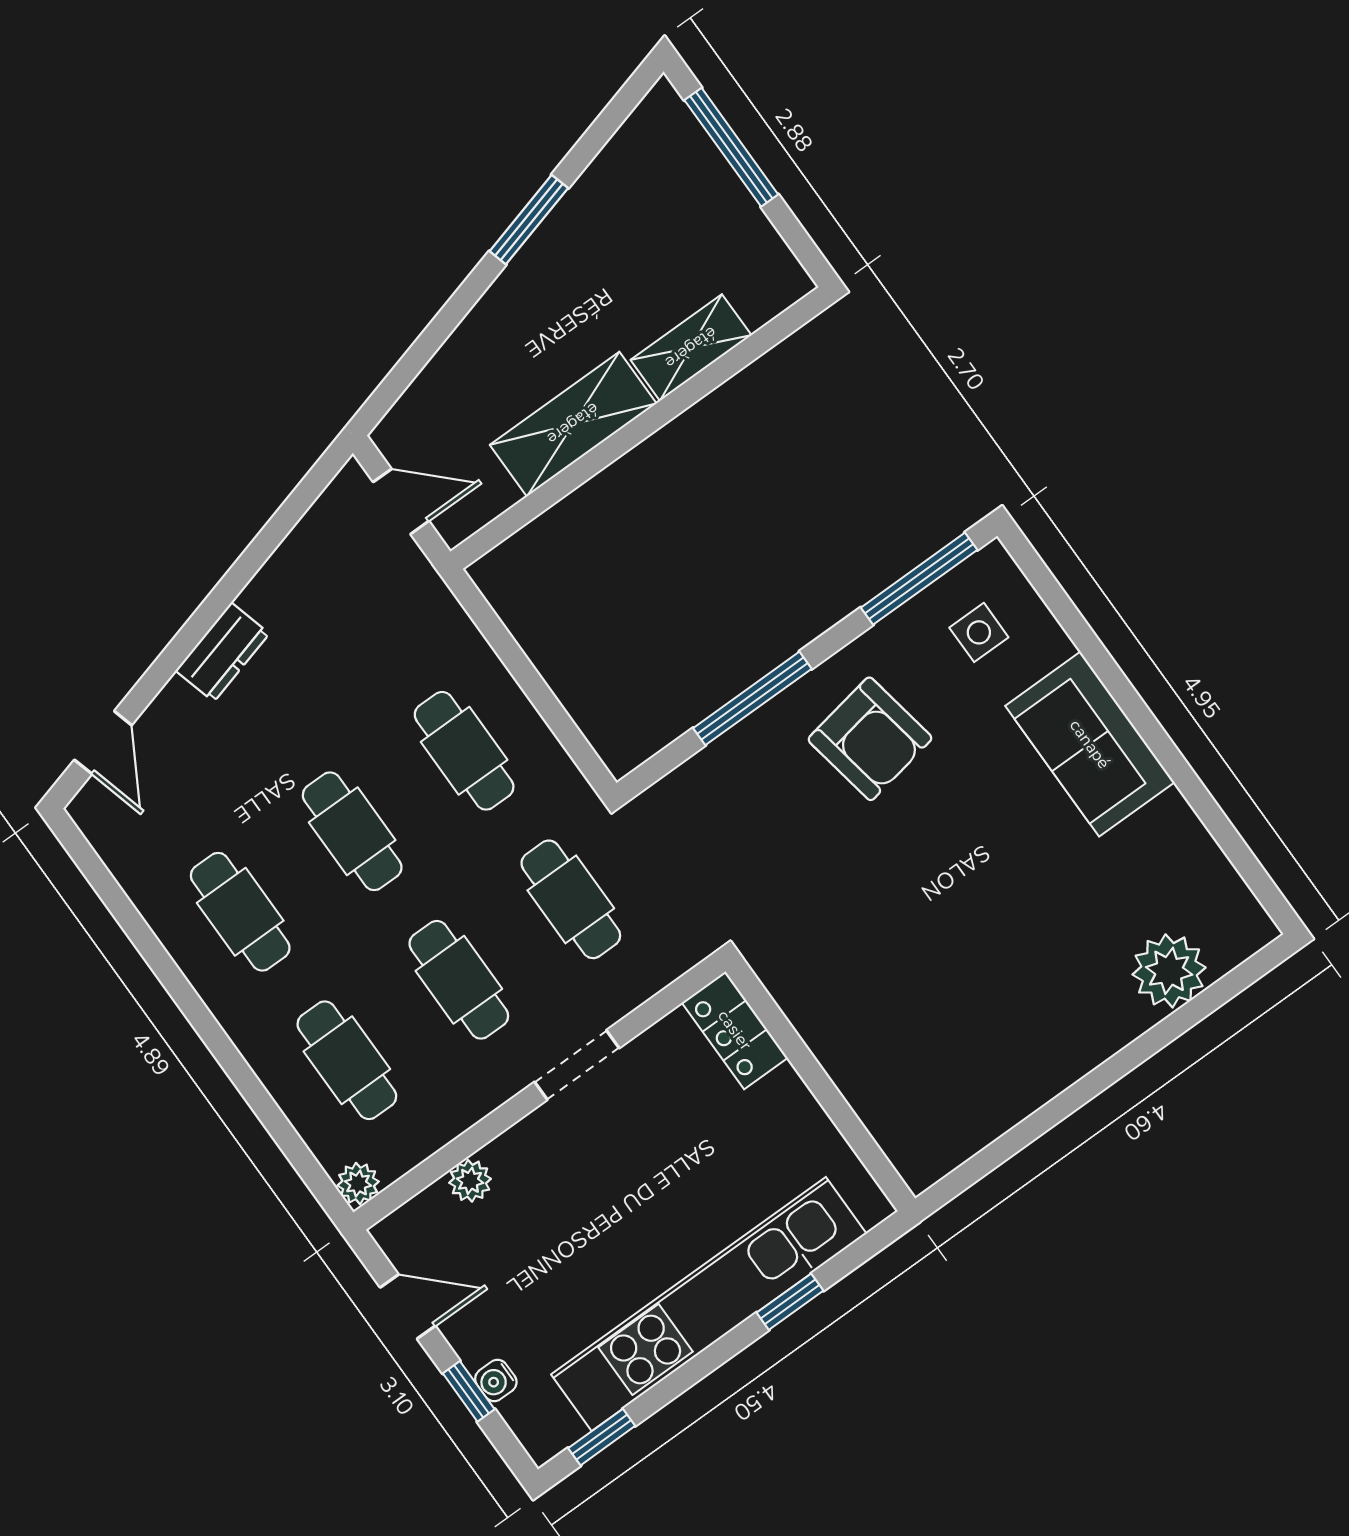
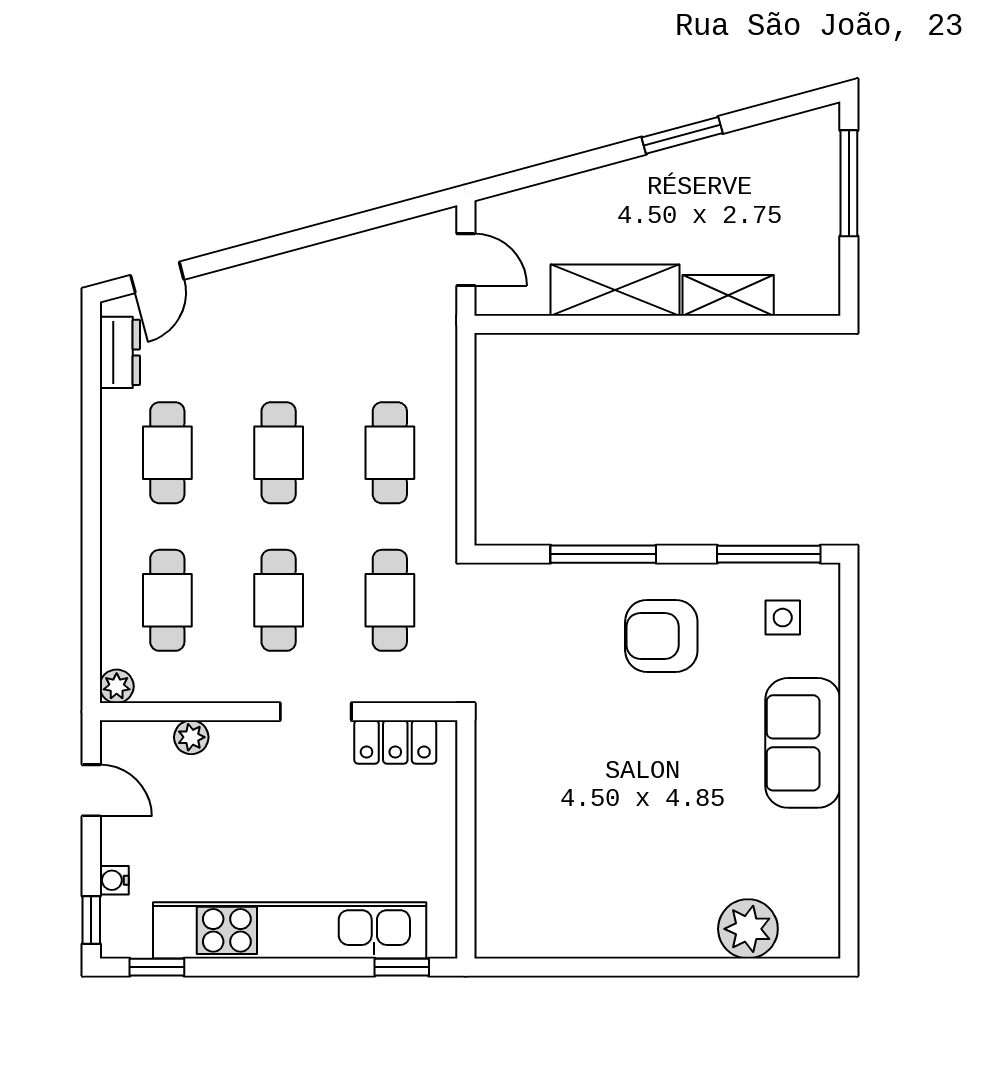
dresser: (222, 652) -> (120, 352), moved, turned -75
armchair: (870, 739) -> (661, 636), turned 100
locker: (735, 1030) -> (395, 742), moved, turned -90
window: (790, 1302) -> (402, 967), moved
window: (469, 1391) -> (91, 920), moved

